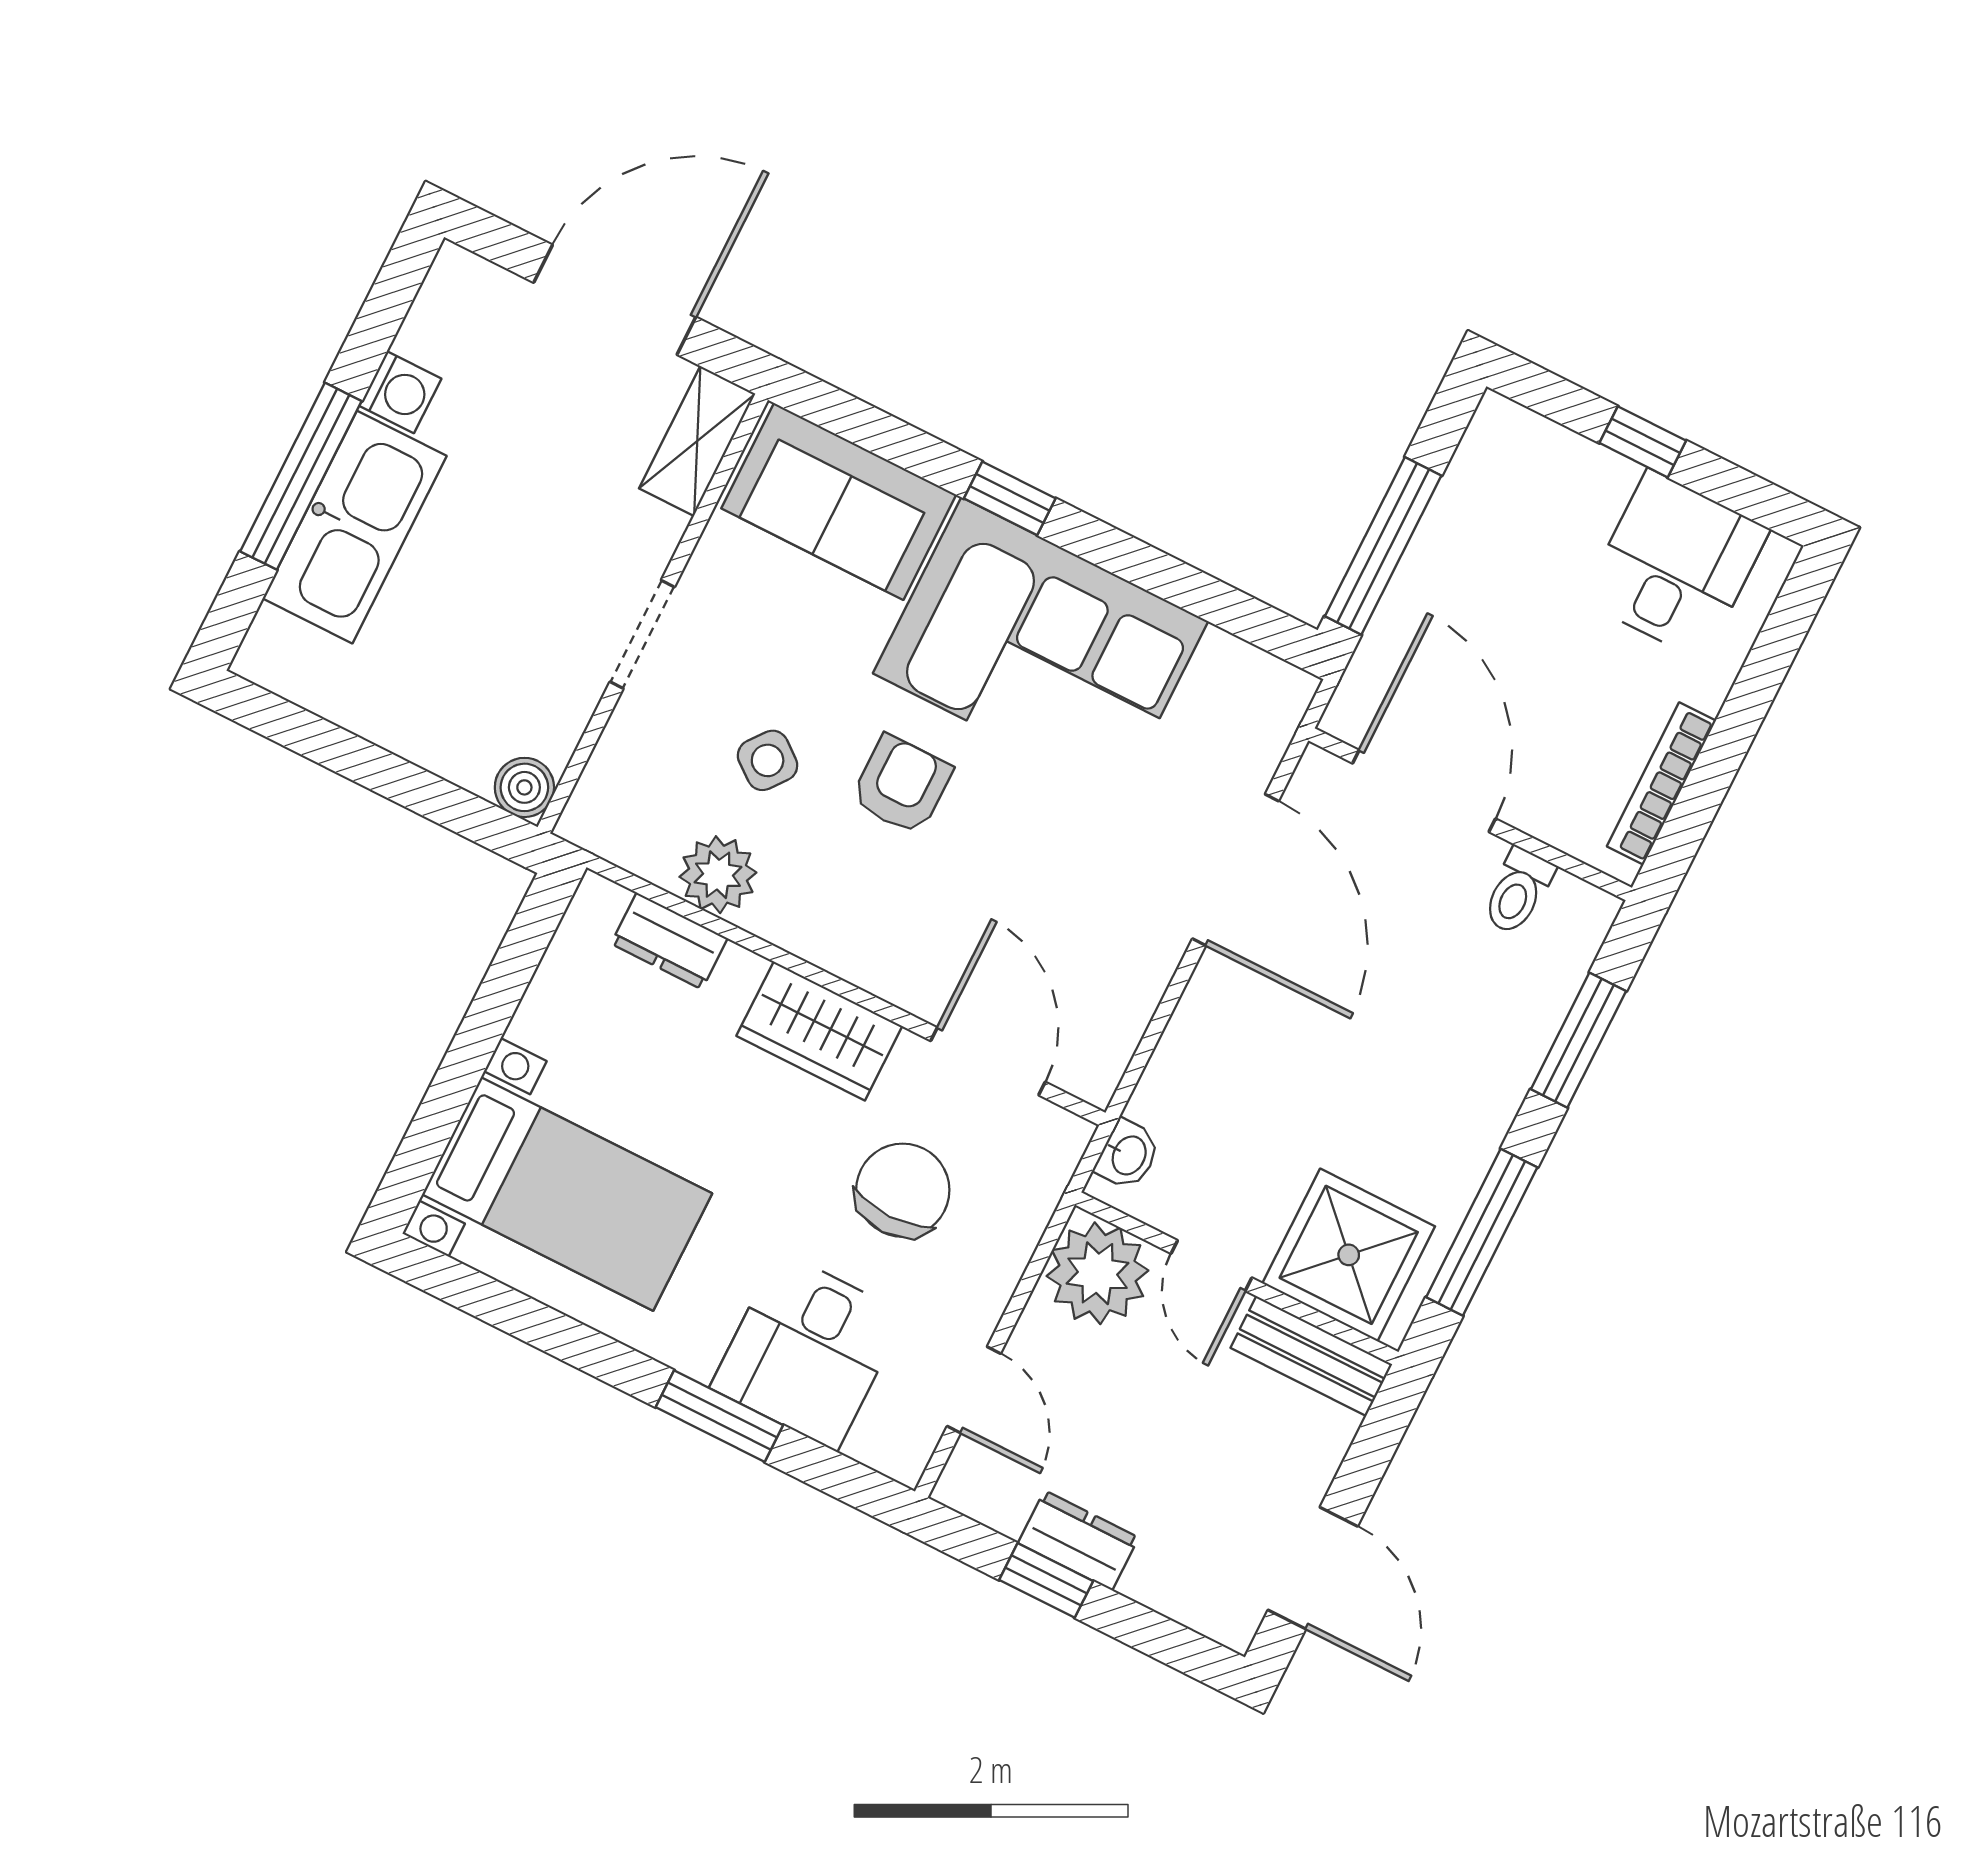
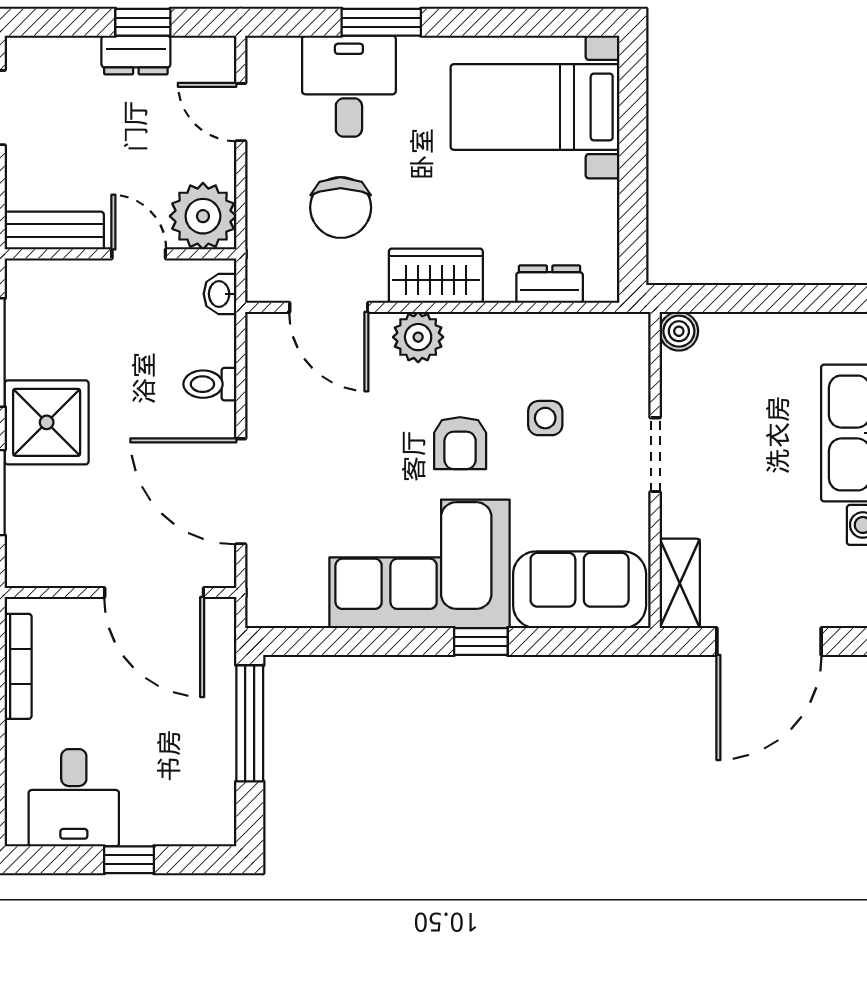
side table: (768, 760) -> (545, 418), turned -38
plant: (718, 875) -> (418, 337), moved
toilet: (1518, 891) -> (210, 384), moved, turned -90
shower: (1349, 1255) -> (47, 422), moved

